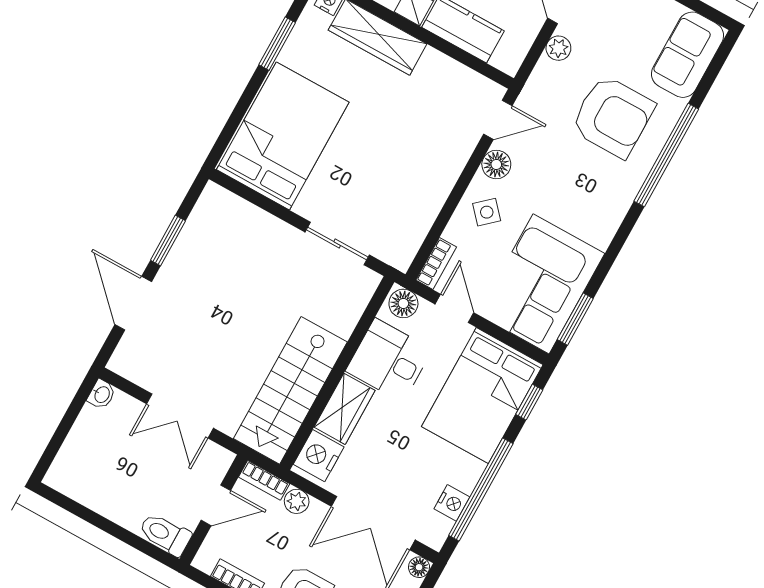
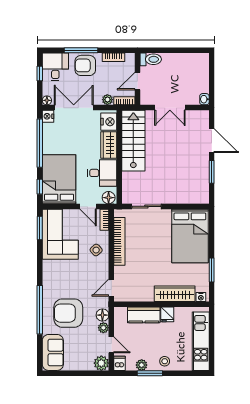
floor lamp: (496, 164) -> (102, 315), moved
bookcase: (430, 204) -> (119, 241), added
double door: (180, 416) -> (170, 108), swing flipped
nightstand: (452, 503) -> (48, 116), moved

